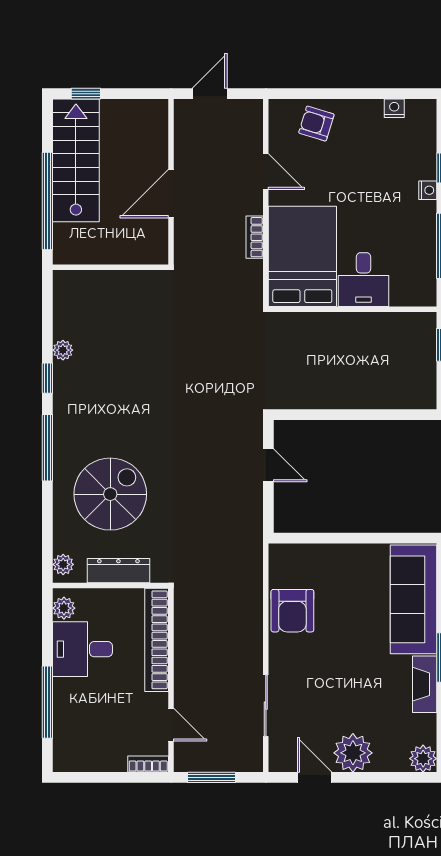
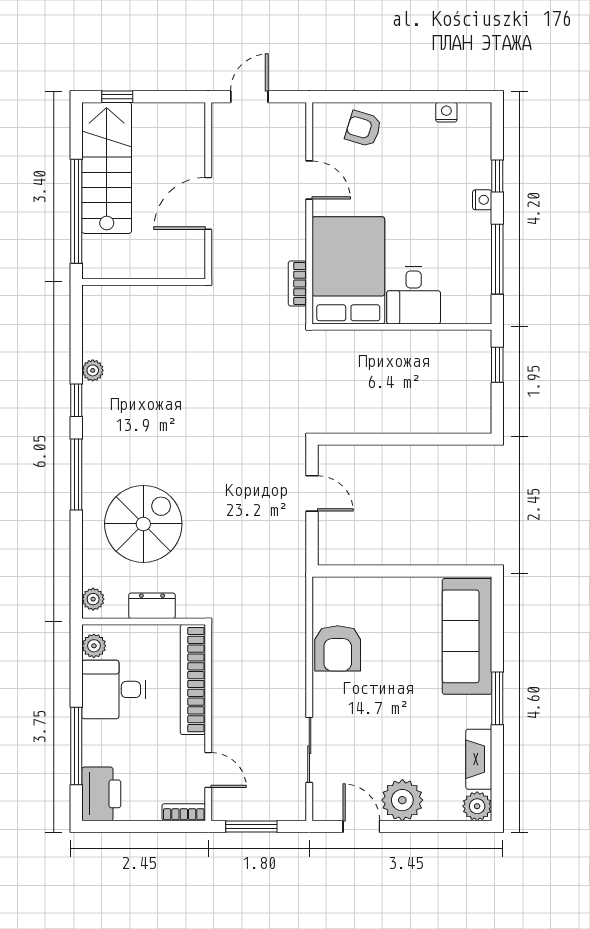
bookcase: (255, 237) -> (297, 283), moved
dresser: (118, 571) -> (152, 606), width x0.70
fireplace: (425, 684) -> (479, 759), moved
printer: (71, 747) -> (101, 794), added

